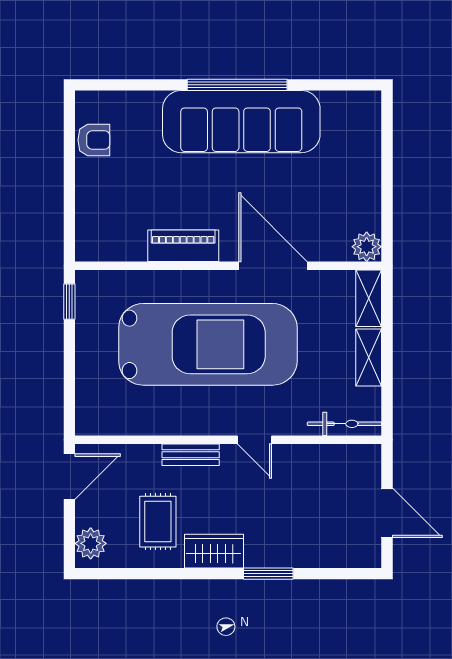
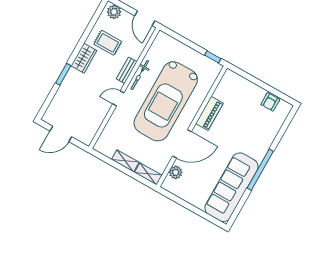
sofa: (241, 122) -> (231, 187), moved
plant: (367, 247) -> (176, 172), moved
bicycle: (344, 424) -> (140, 75), moved

